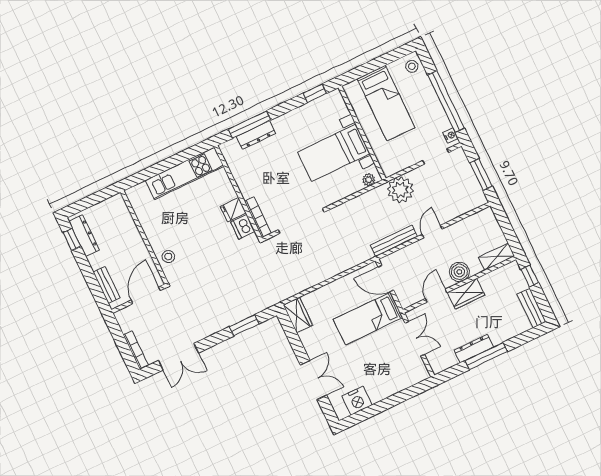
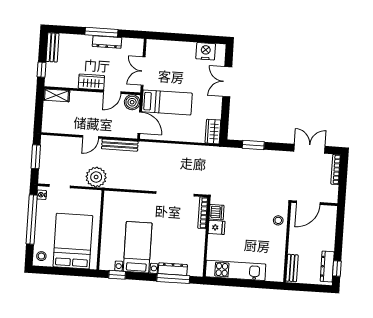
bed: (386, 103) -> (73, 241), width x1.50
bed with nightstands: (334, 153) -> (138, 247), moved, turned -90
plant: (369, 180) -> (114, 196), removed
boiler: (459, 272) -> (132, 102), moved
bench: (107, 285) -> (292, 268), moved

